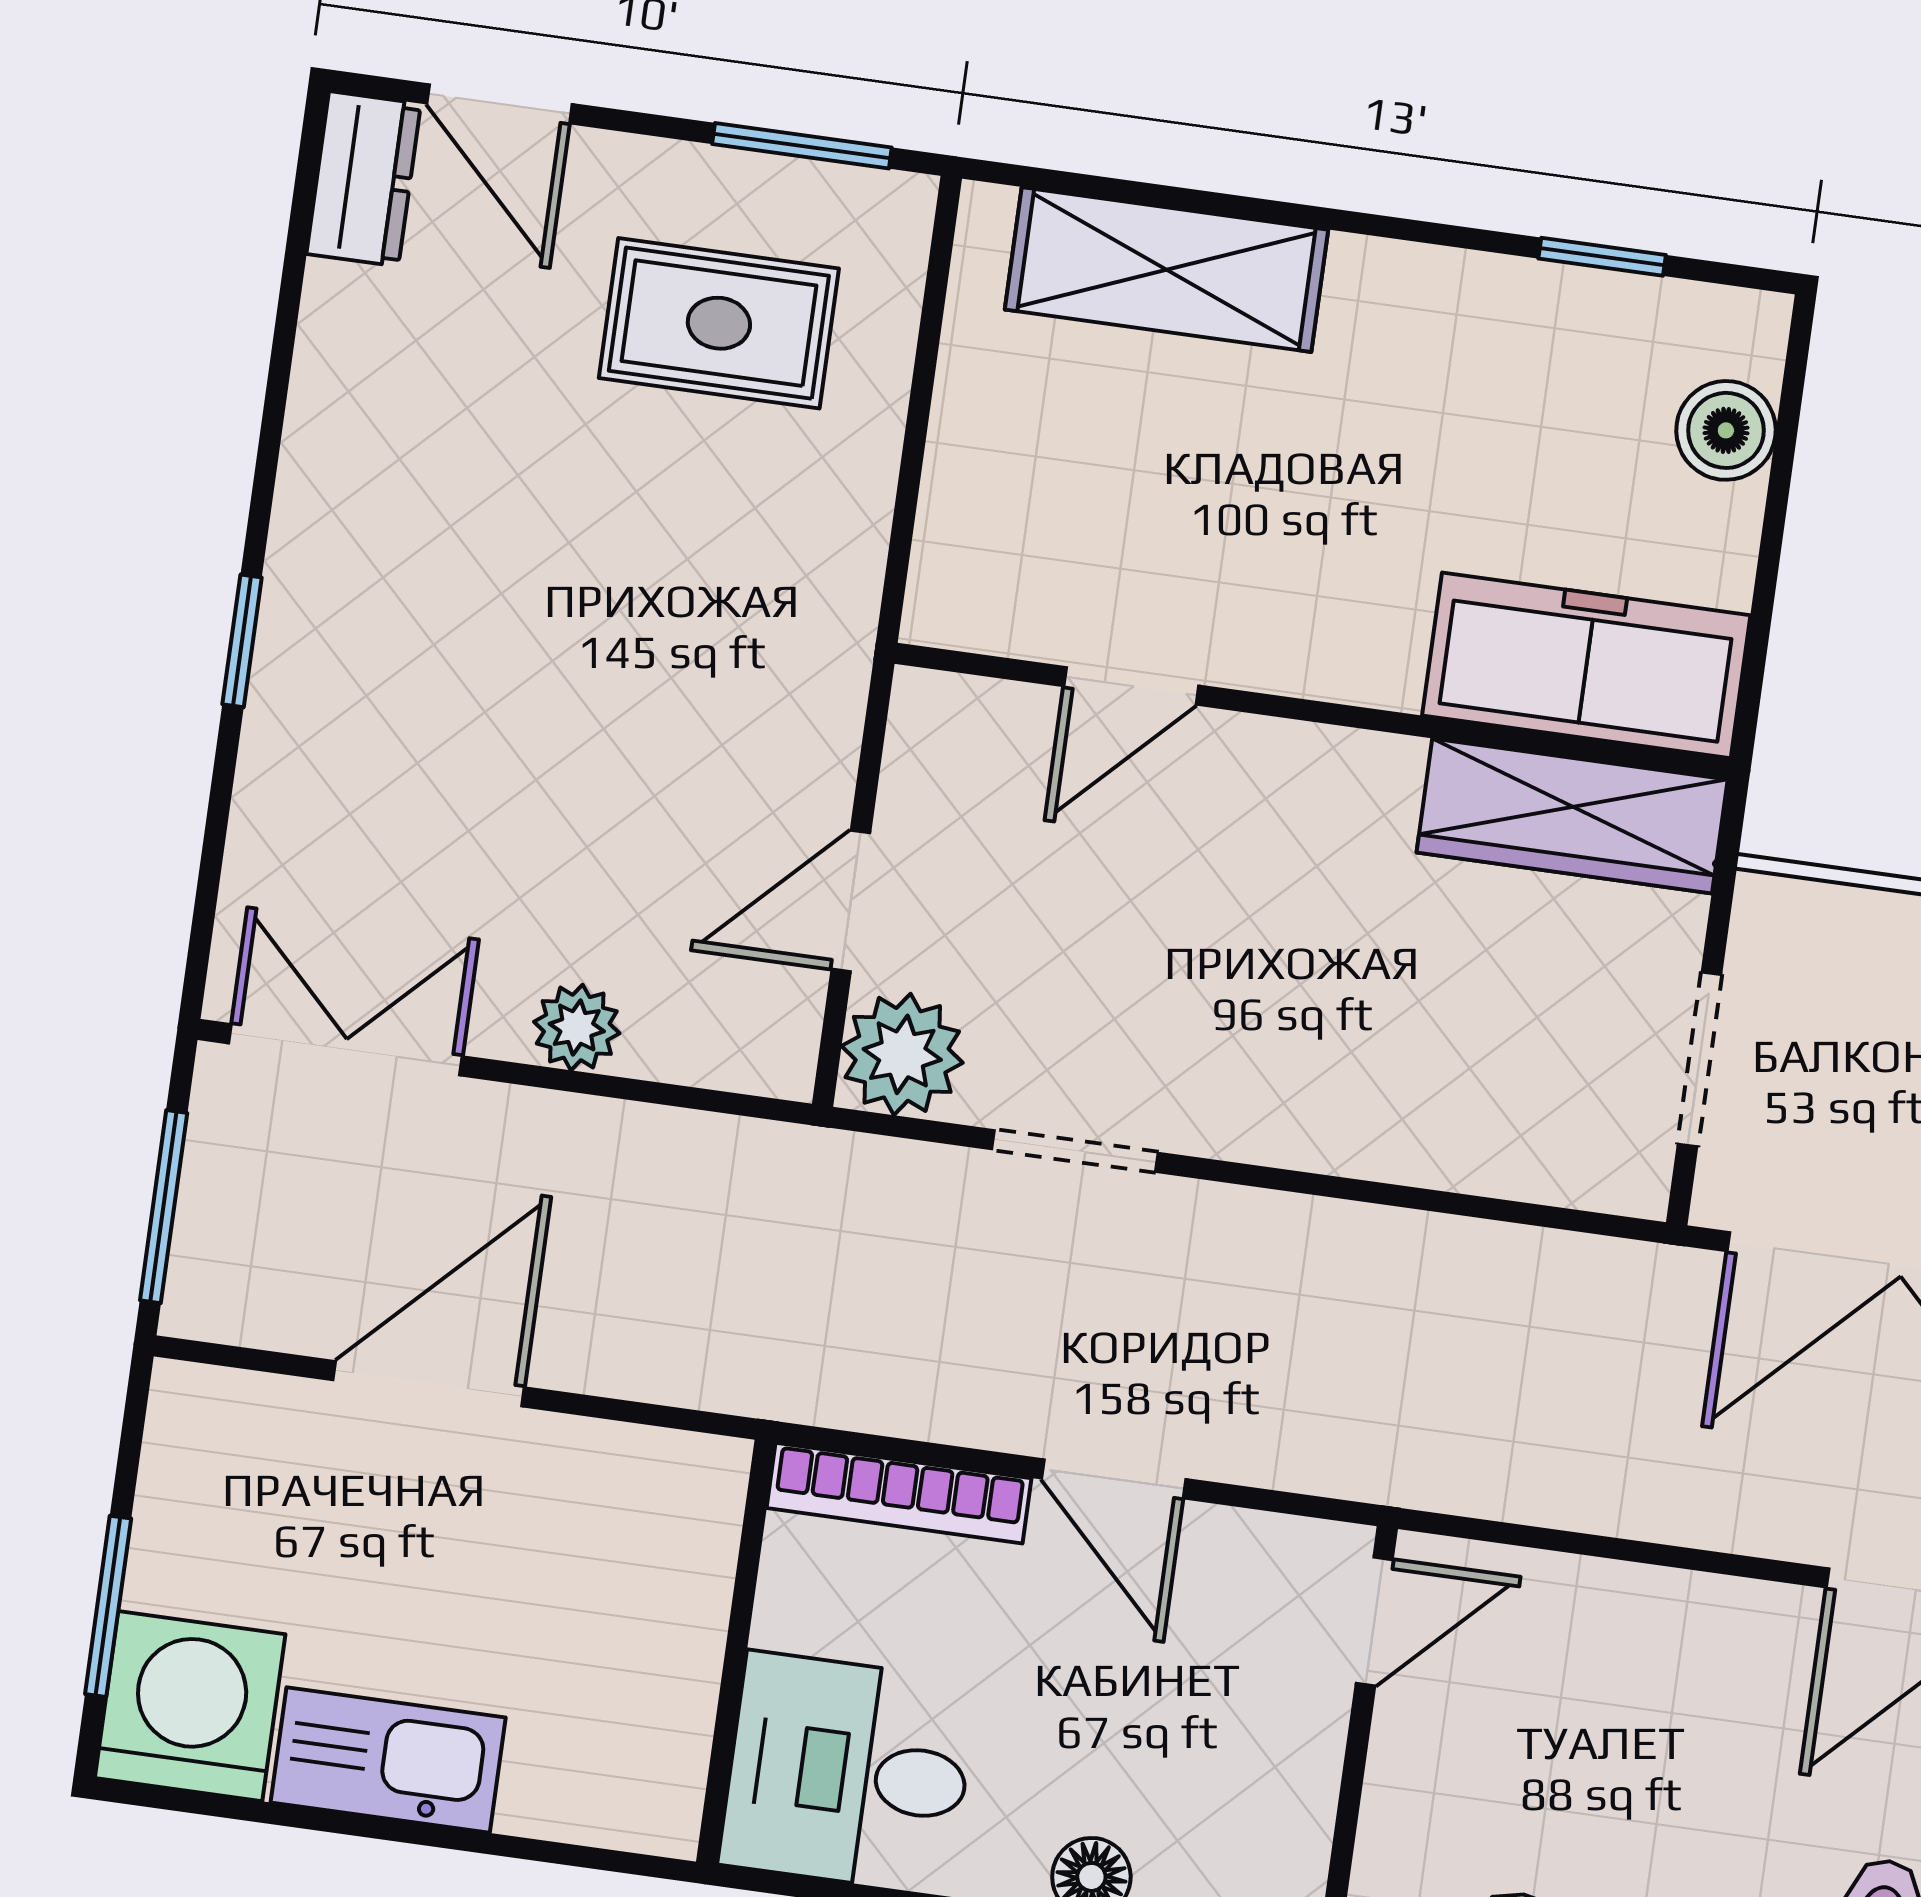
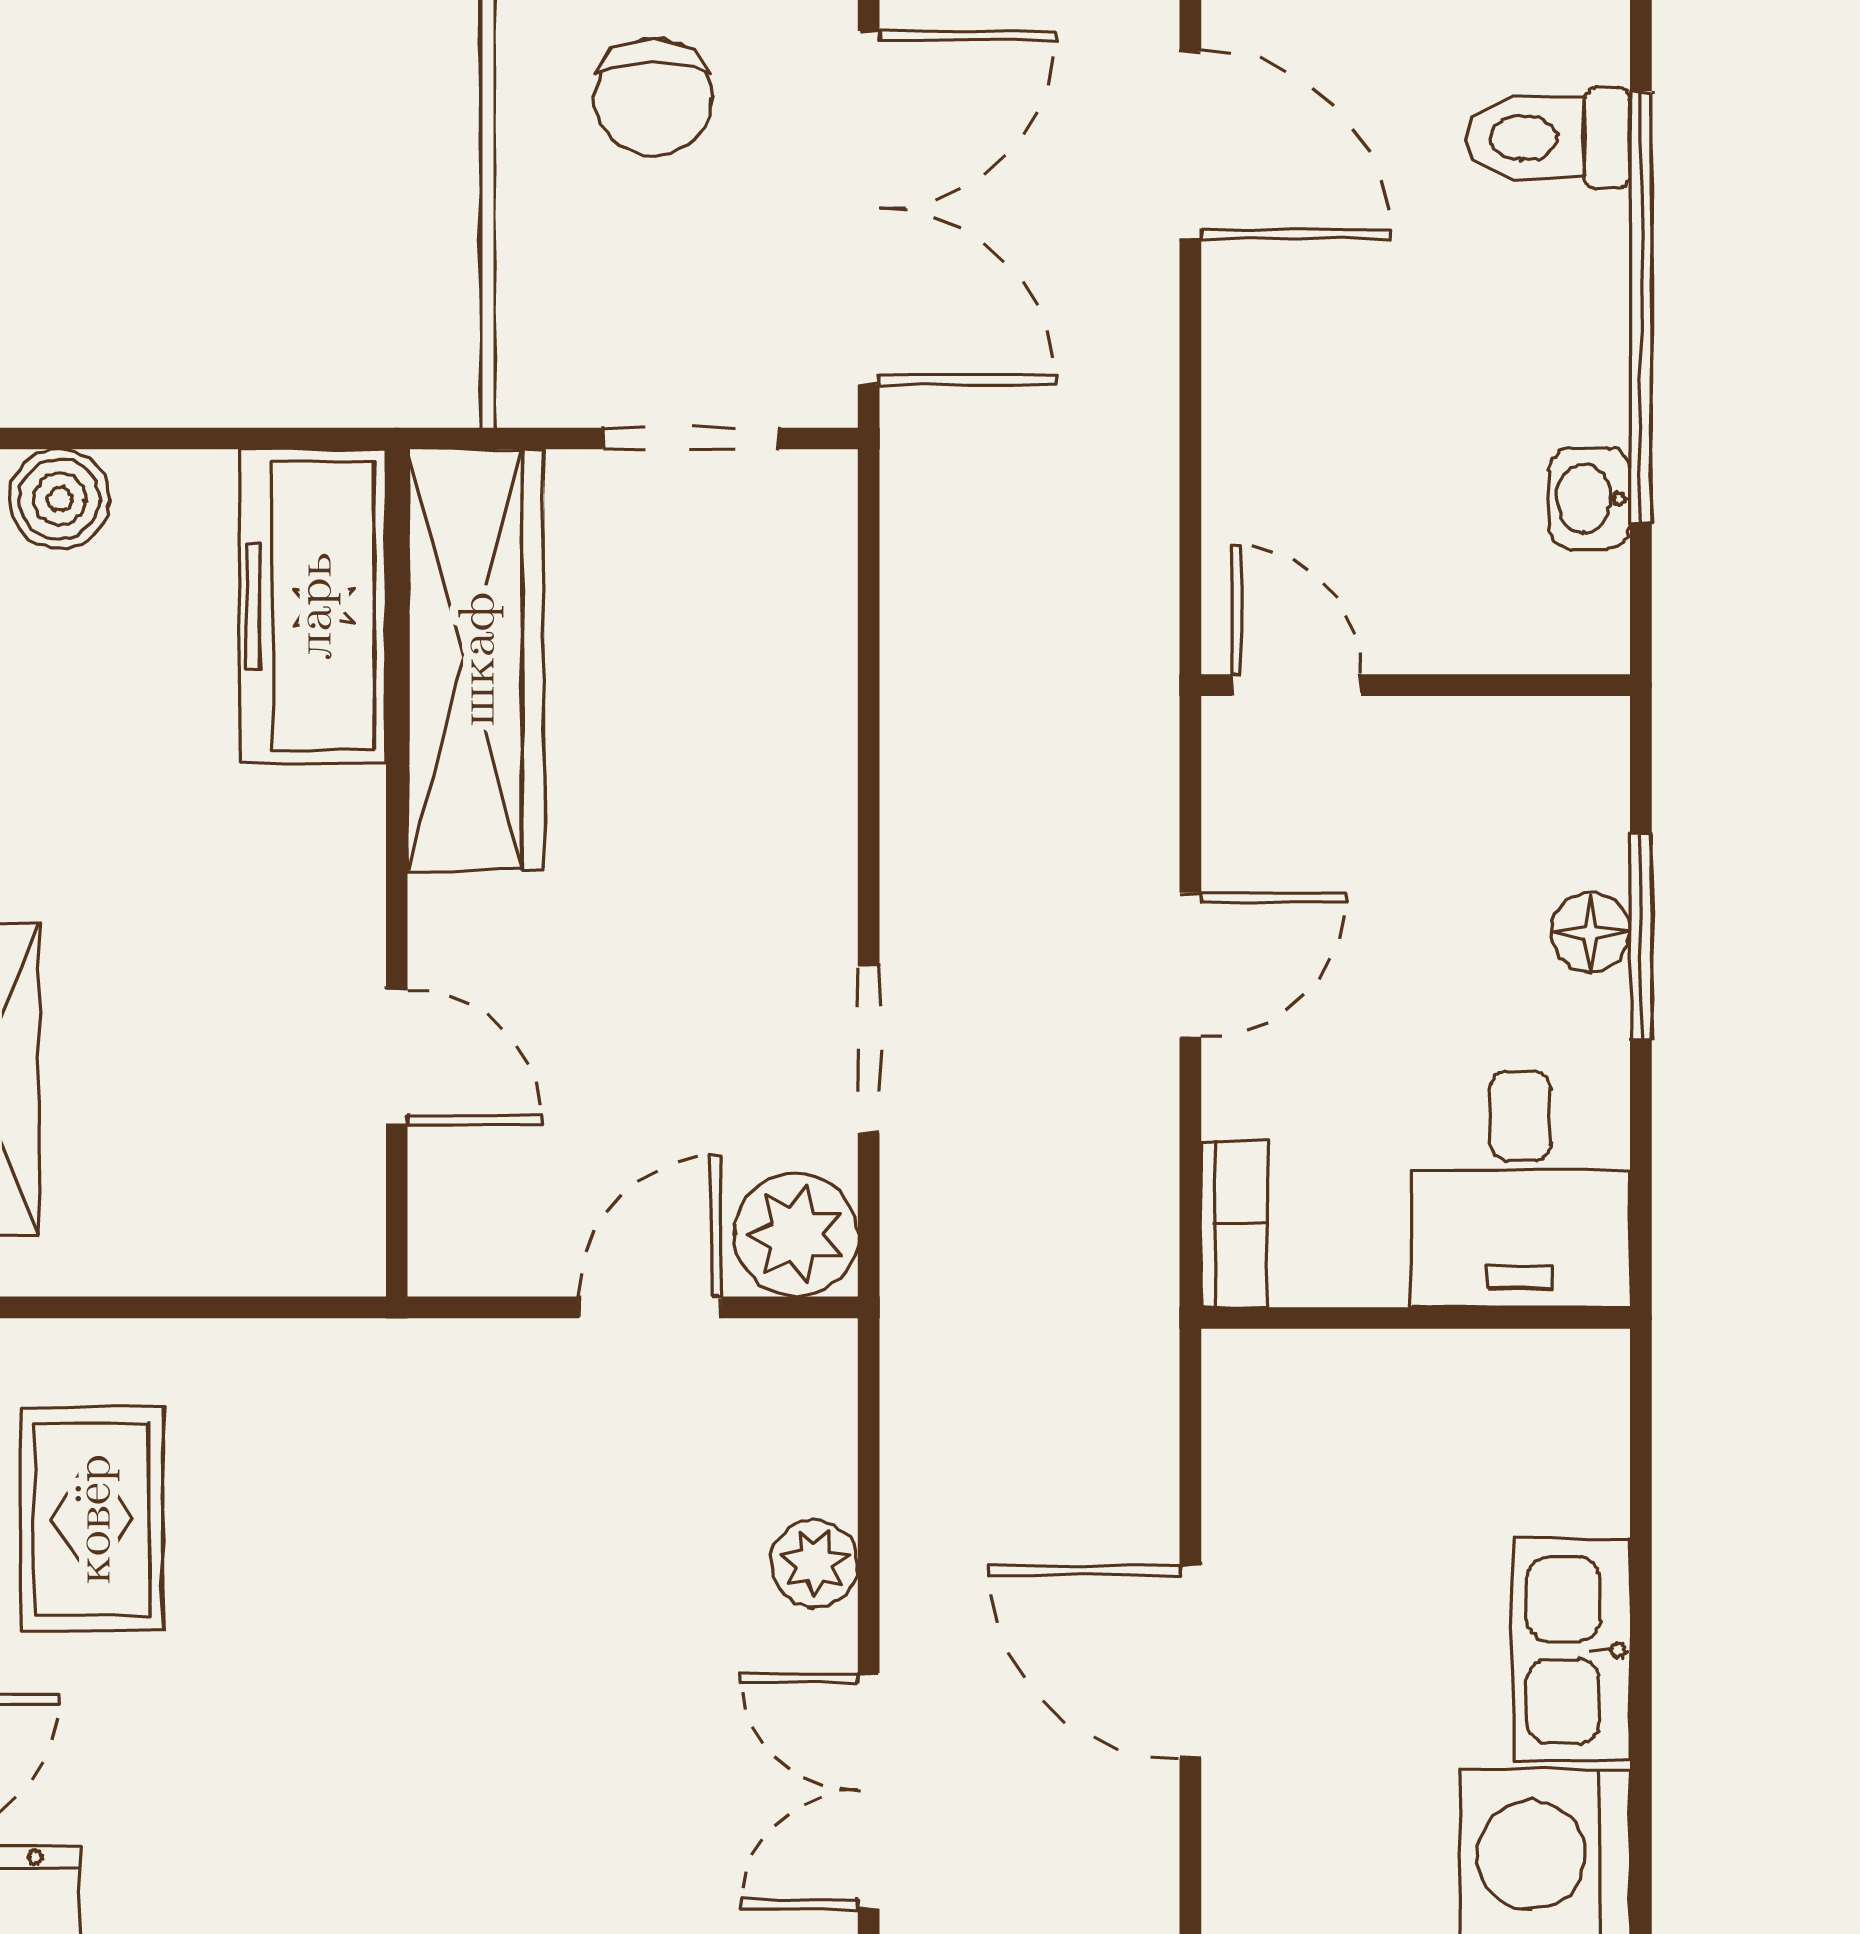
wardrobe: (1572, 816) -> (476, 659), width x1.40, depth x1.17
door: (851, 901) -> (650, 1307), swing flipped
bookcase: (899, 1493) -> (1234, 1224), width x0.64

